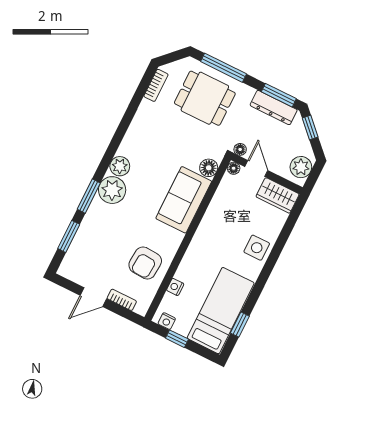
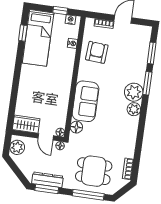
window: (310, 128) -> (20, 175), removed
side table: (257, 248) -> (28, 86), removed

